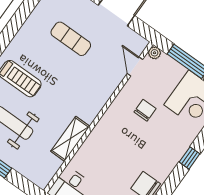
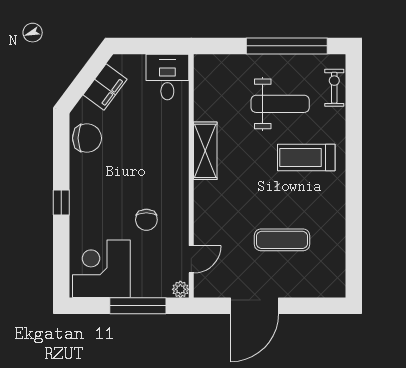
door: (135, 66) -> (191, 259), hinge flipped
shelving: (70, 139) -> (205, 151), moved

